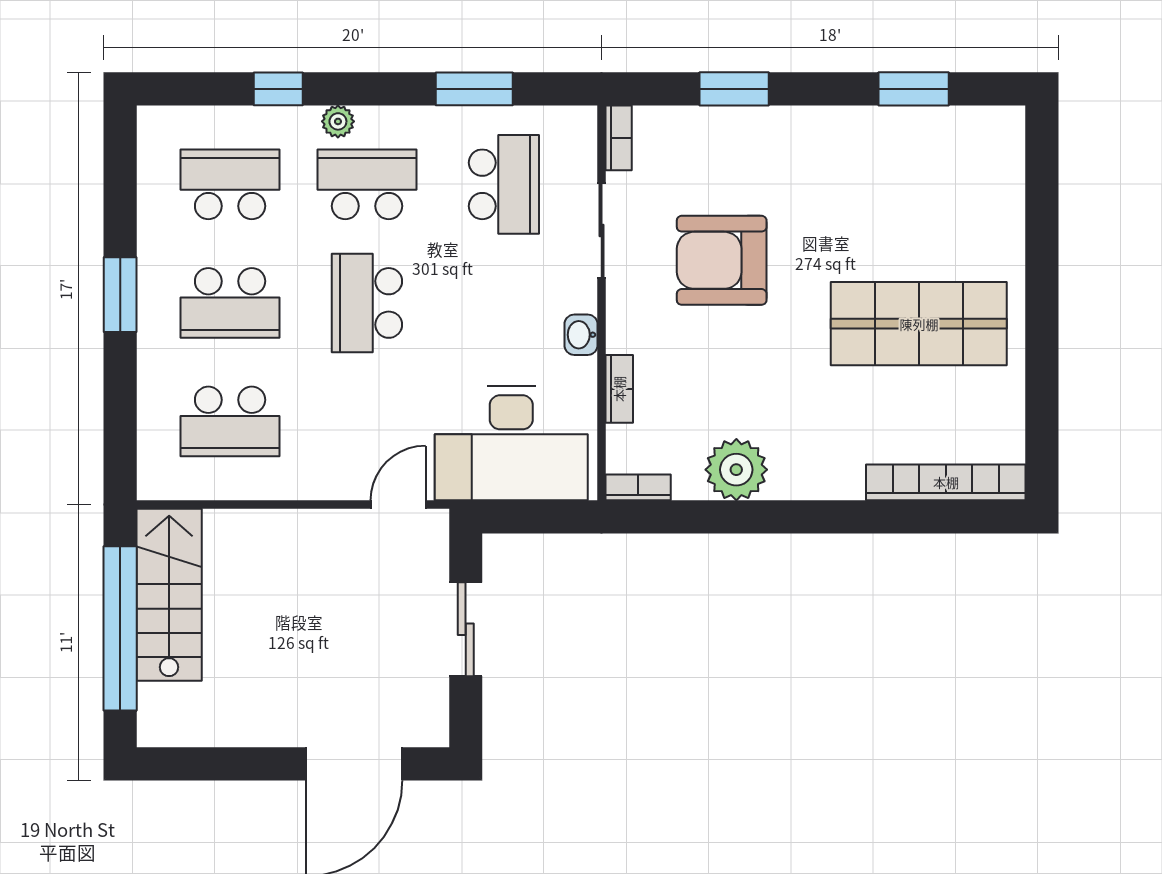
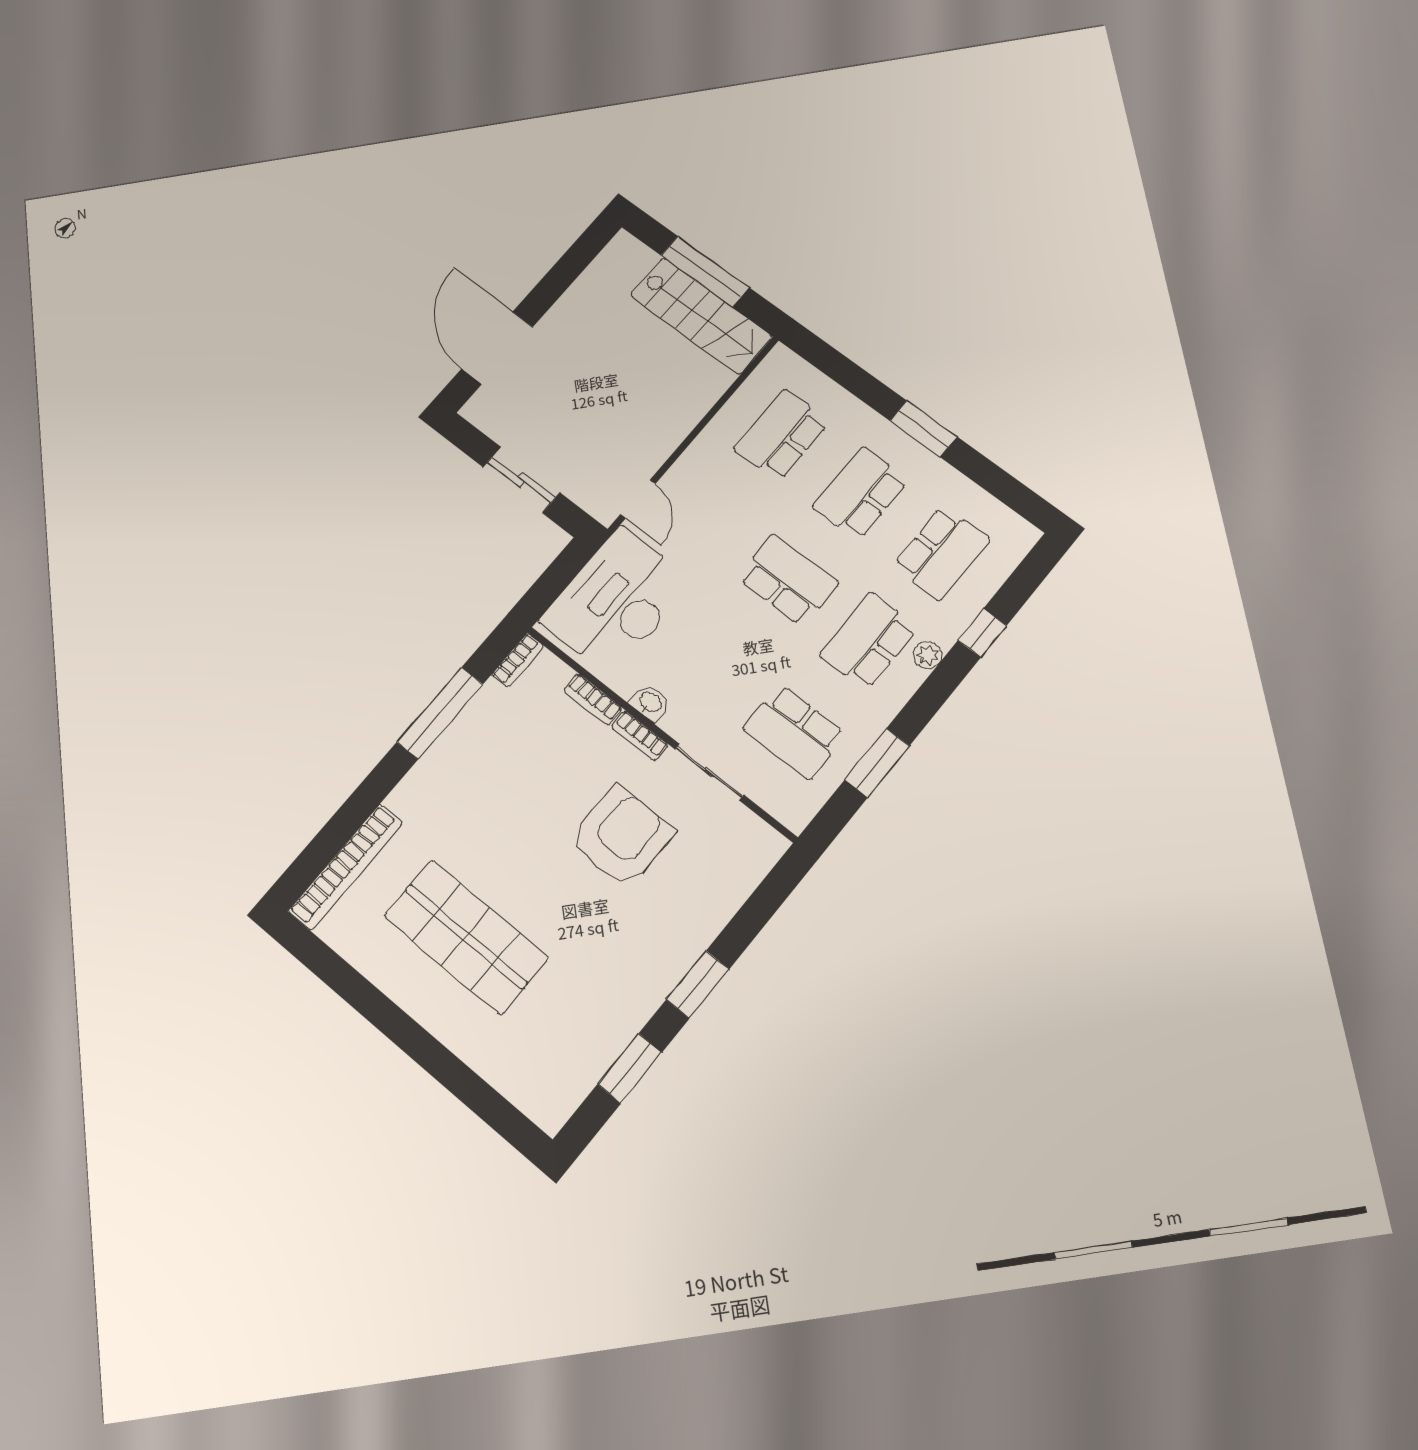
window: (734, 89) -> (698, 984), moved
bookcase: (619, 138) -> (640, 736), moved
school desk: (367, 184) -> (869, 641), turned 180
shop shelf: (919, 324) -> (466, 937), turned 90
plant: (736, 470) -> (474, 734), removed
window: (743, 517) -> (440, 713), added
window: (120, 628) -> (705, 271), width x0.68

